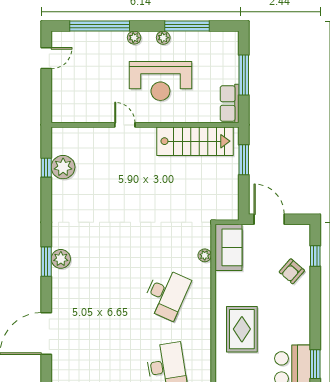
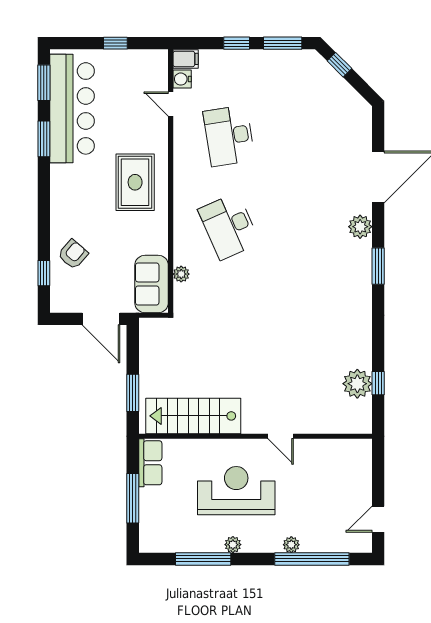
plant: (134, 38) -> (291, 545), moved
plant: (61, 259) -> (360, 227), moved
desk: (166, 294) -> (229, 226), turned -48

